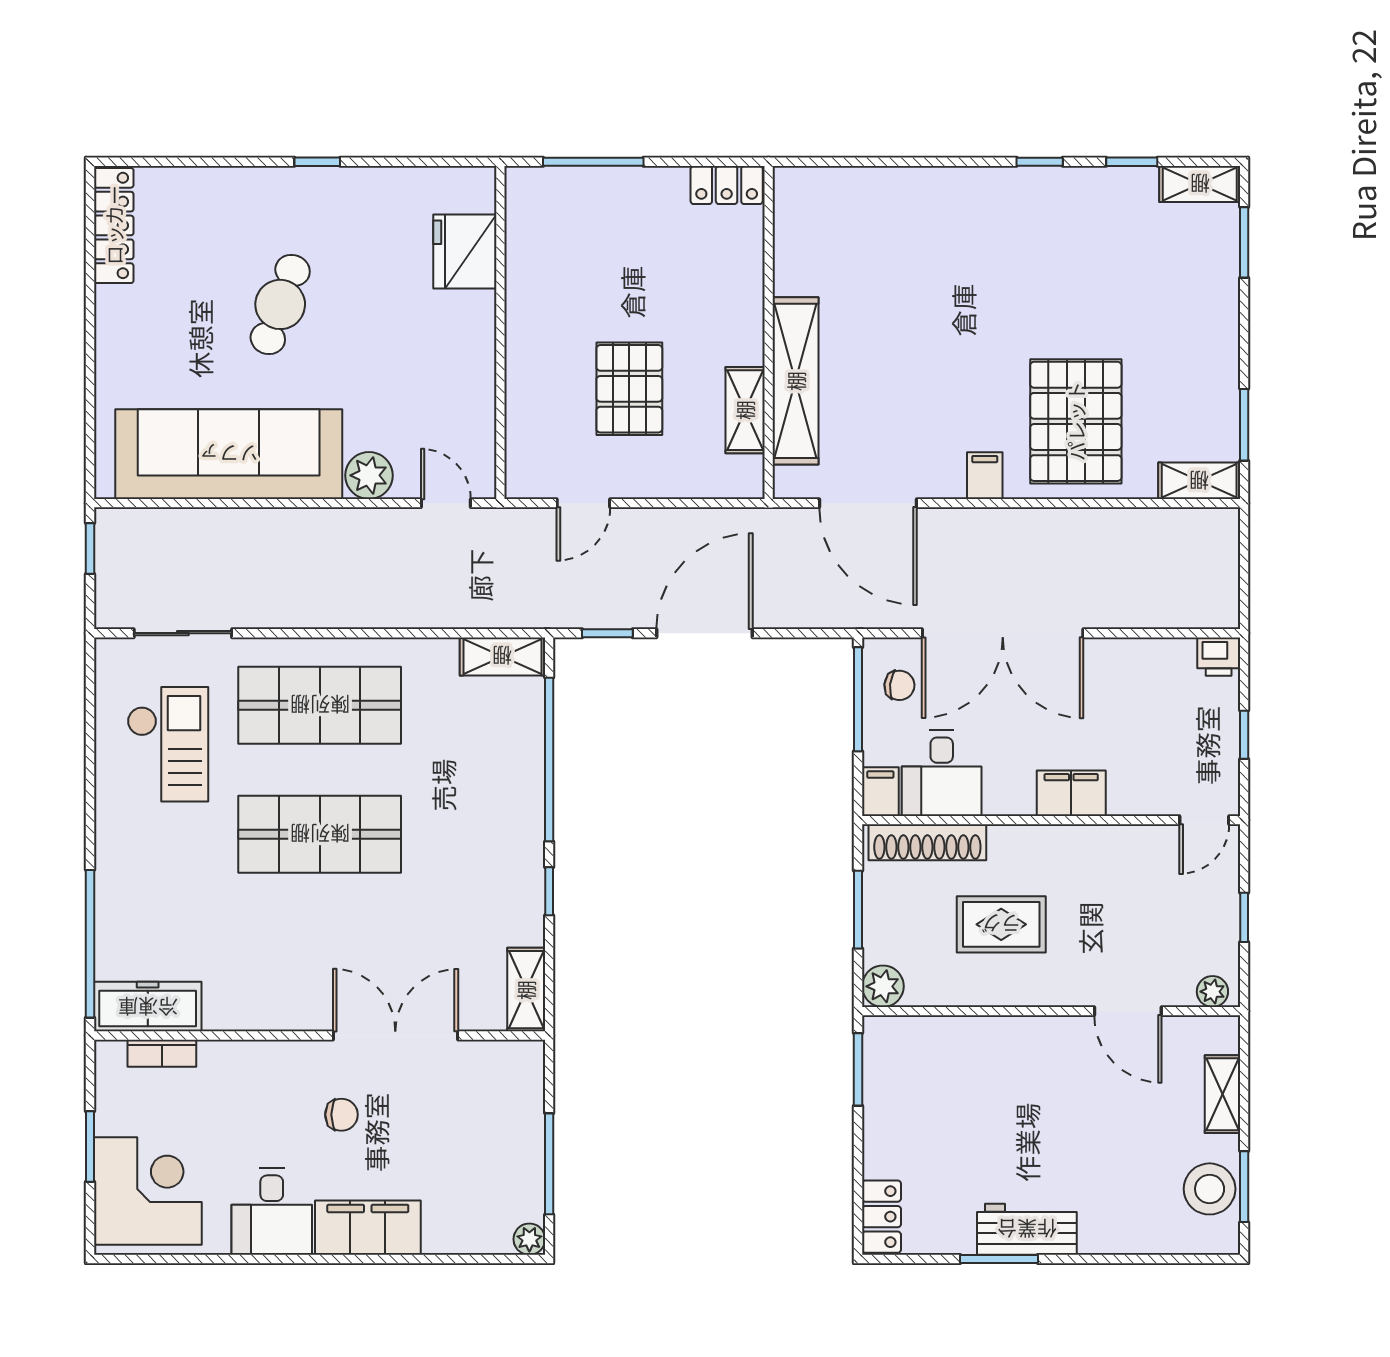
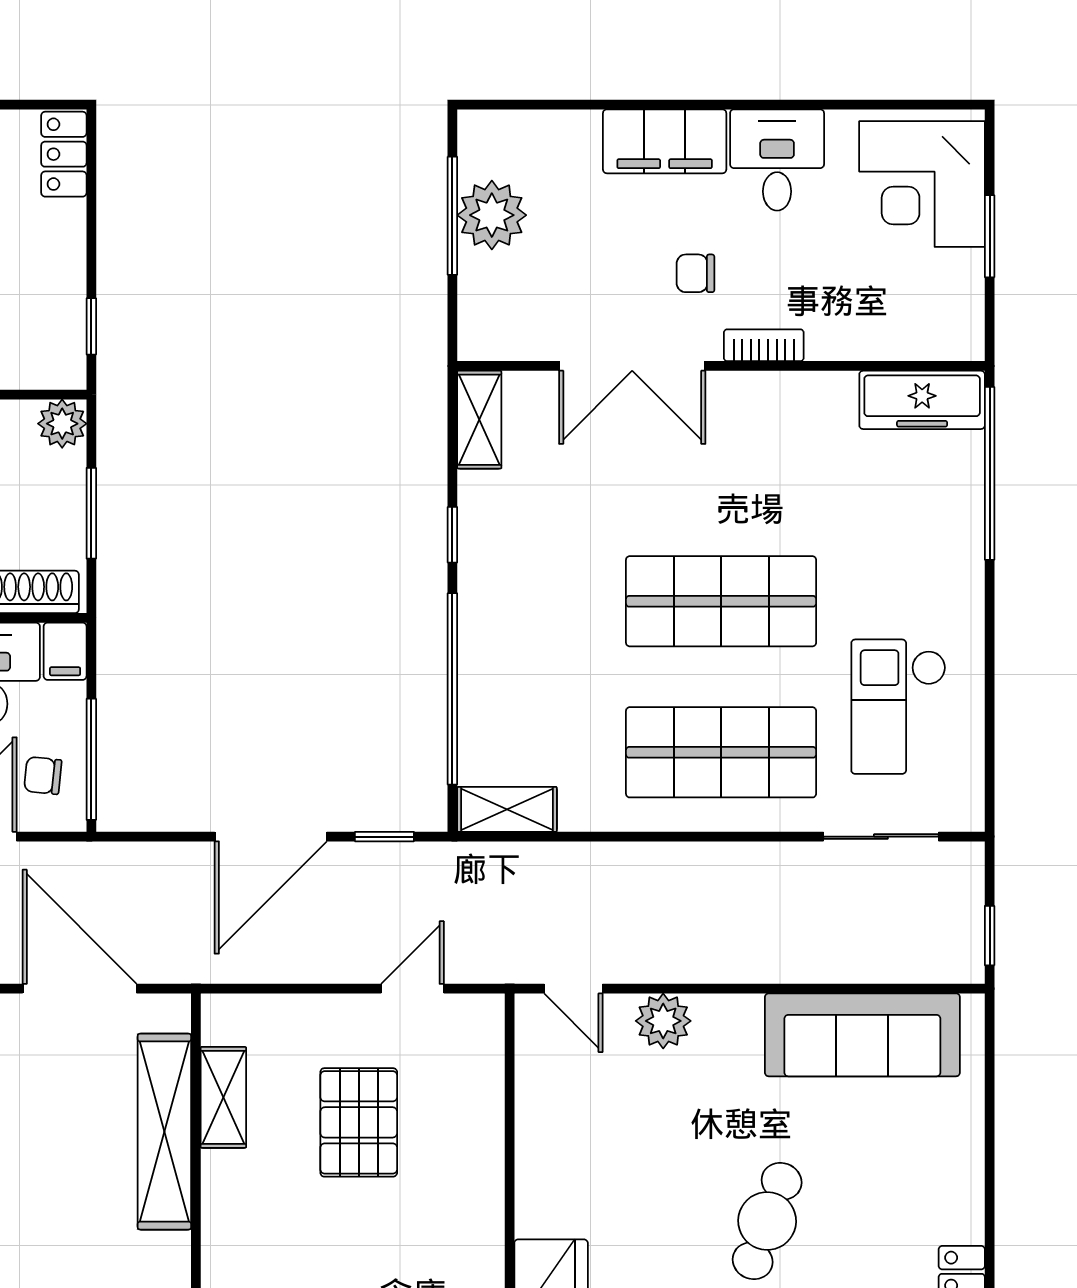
sofa: (229, 454) -> (862, 1035), width x0.74, depth x0.79
bookcase: (162, 1053) -> (764, 345), moved
window: (858, 1069) -> (91, 326), width x0.67
plant: (529, 1239) -> (492, 215), moved, width x1.88, depth x1.88

